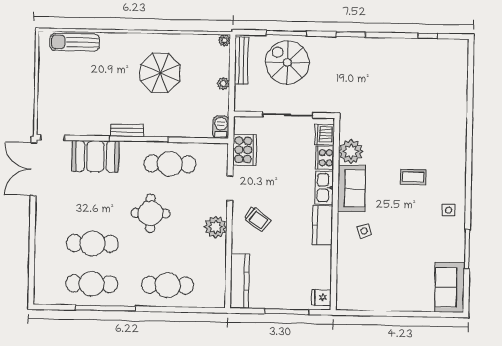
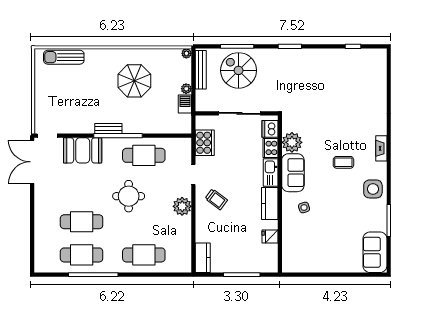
barbecue: (221, 127) -> (185, 104), moved
fireplace: (460, 161) -> (381, 148), added
side table: (449, 210) -> (373, 189), width x1.87, depth x1.87
kitchen counter: (240, 281) -> (203, 258), width x0.67
fridge: (321, 297) -> (270, 237), moved

